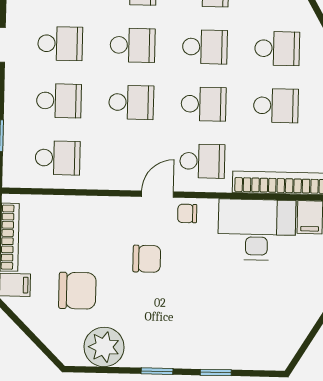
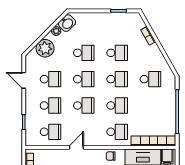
school desk: (276, 106) -> (150, 105), removed
door: (158, 194) -> (76, 147), moved

